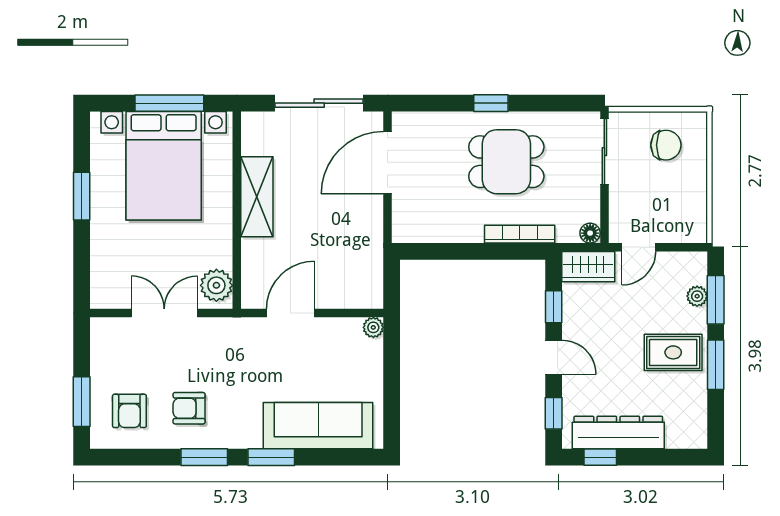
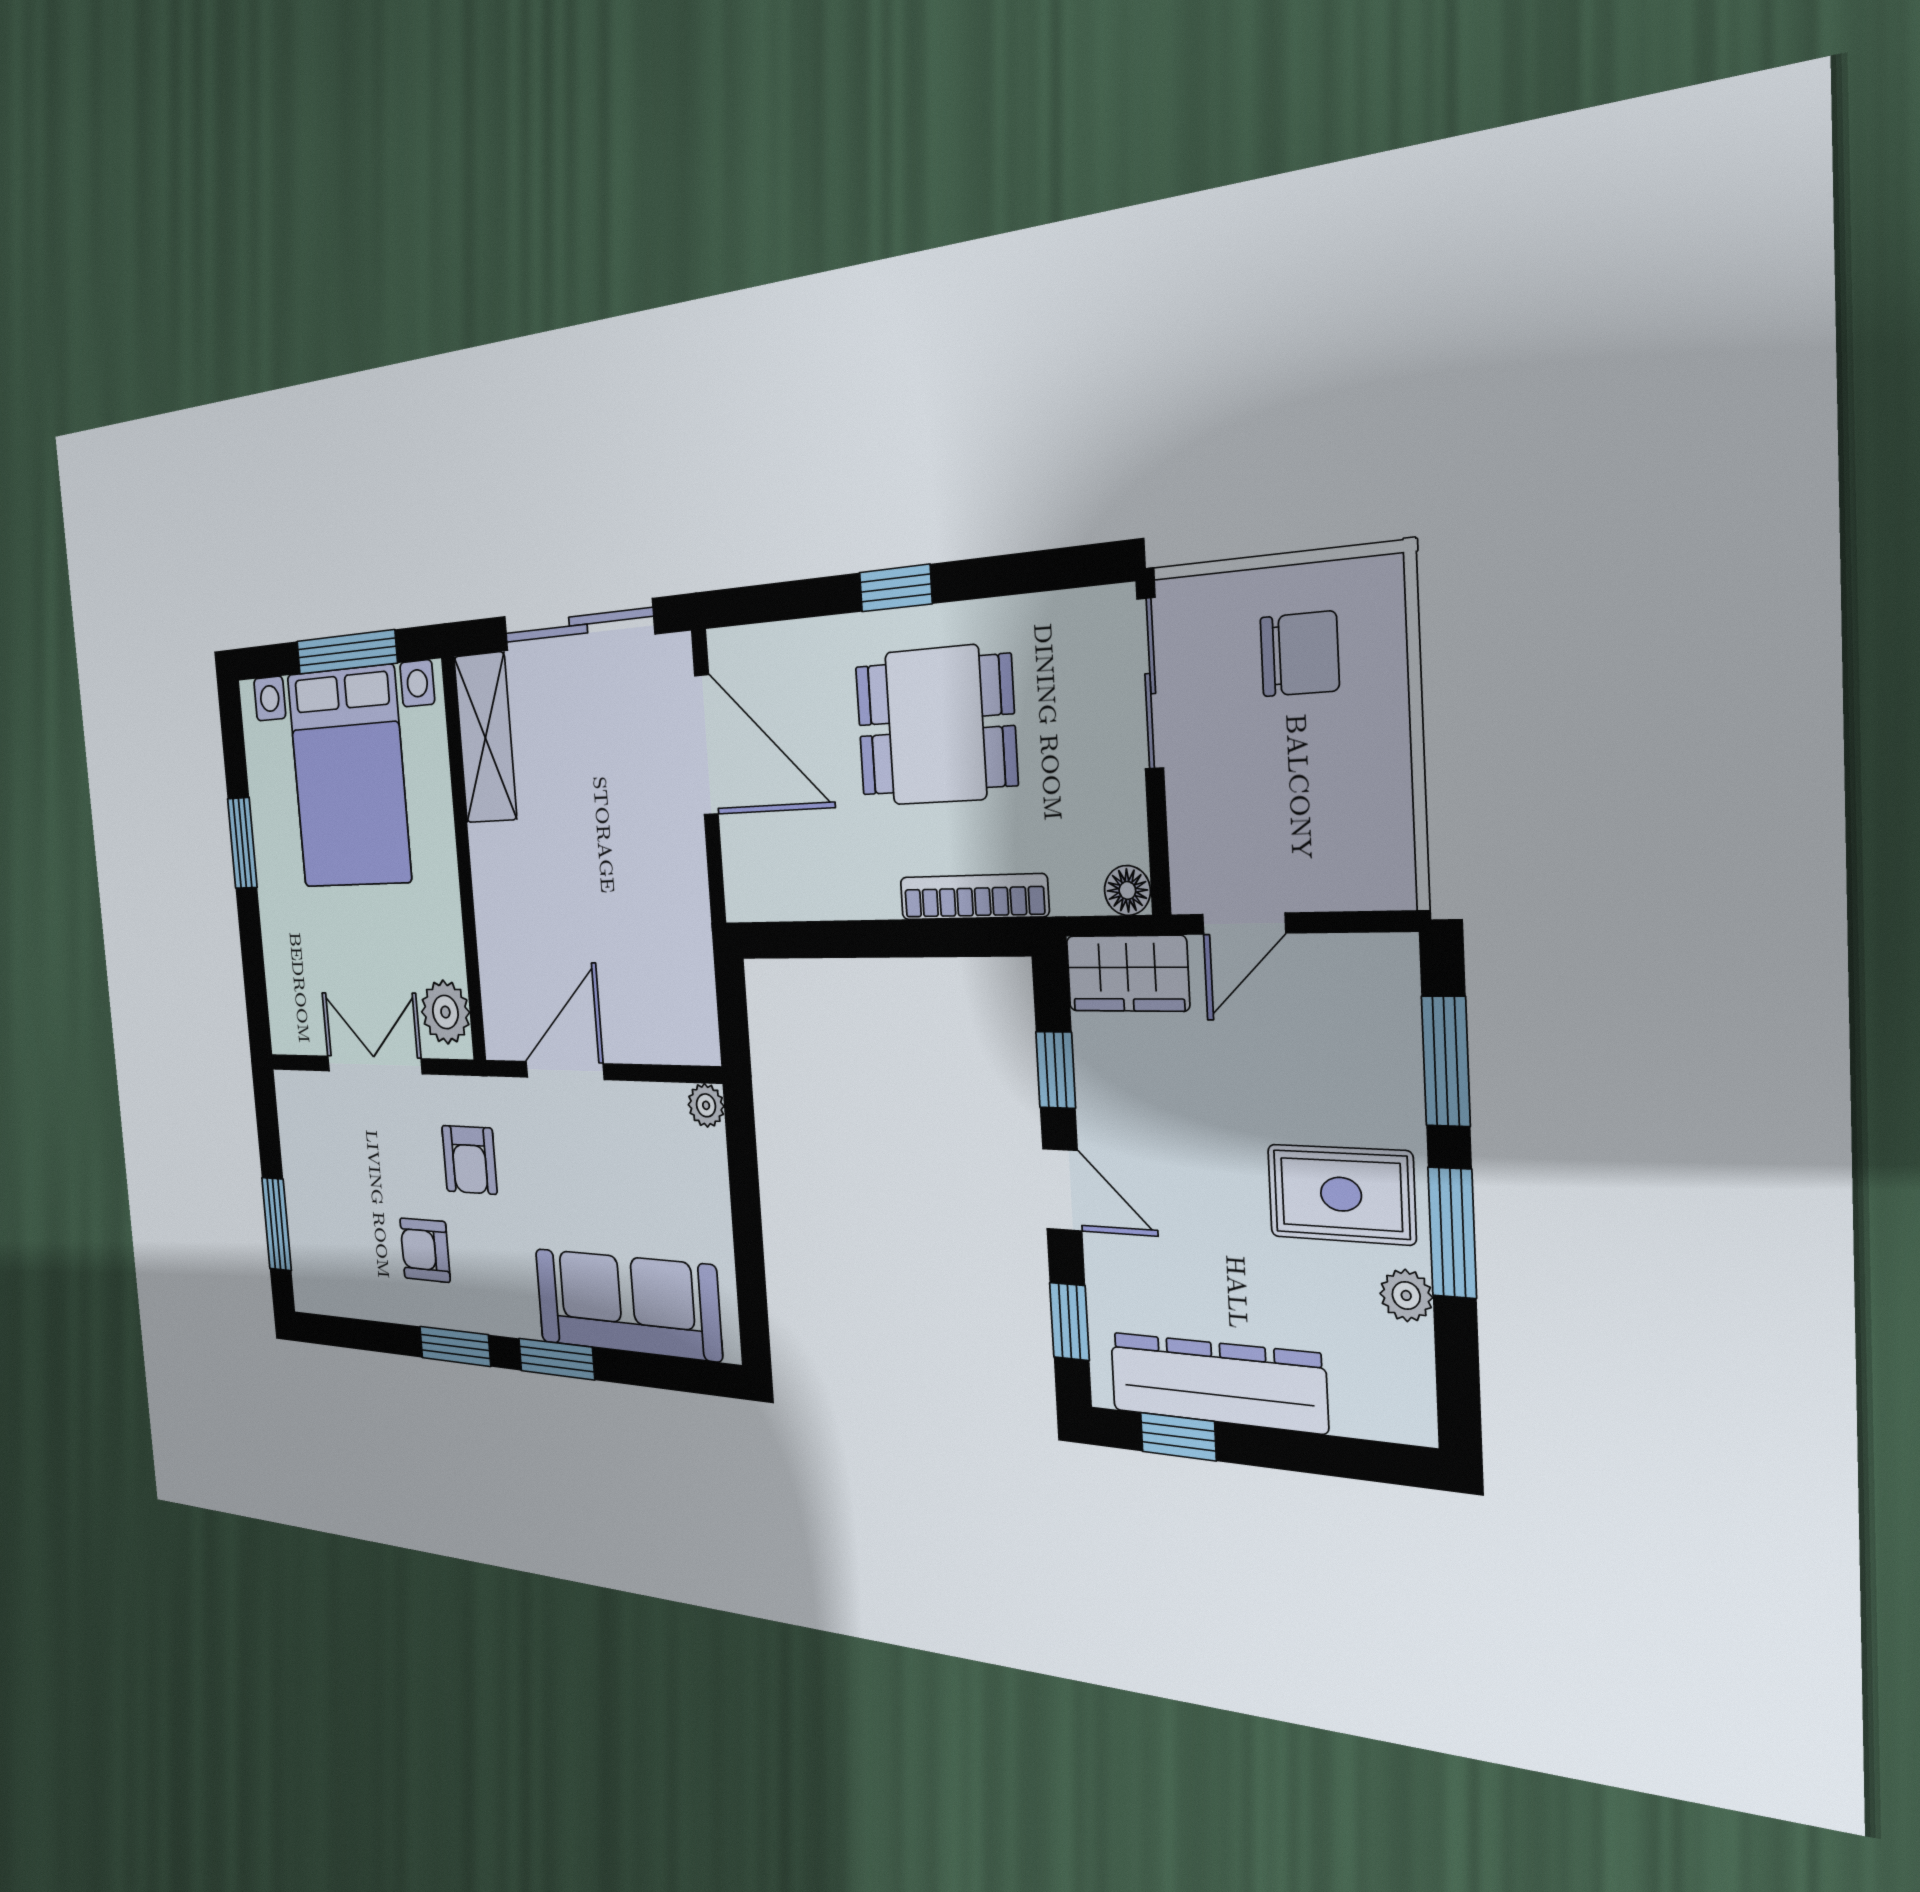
door: (388, 163) -> (706, 745), swing flipped
shelving: (257, 197) -> (485, 738), moved
plant: (697, 296) -> (1406, 1295), moved
armchair: (129, 411) -> (469, 1160), moved

